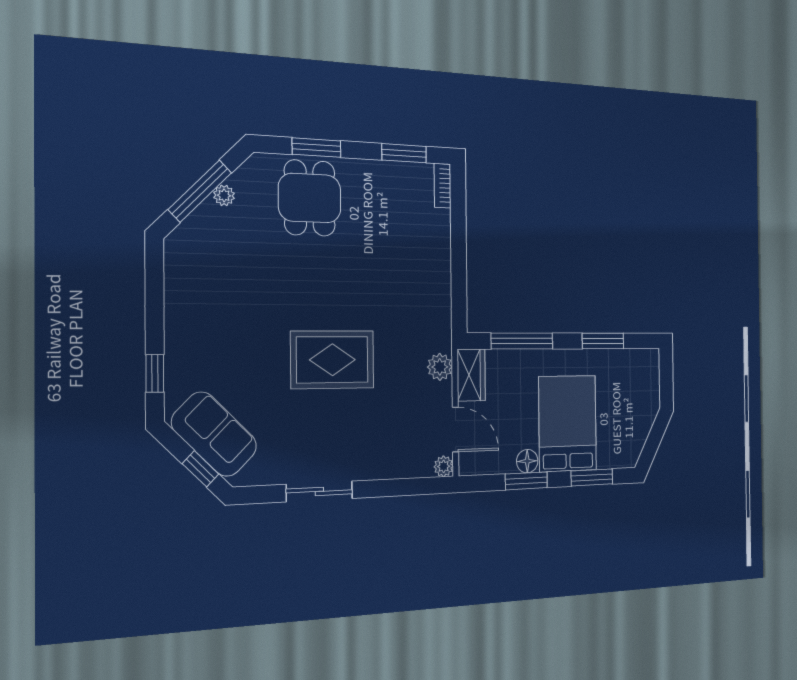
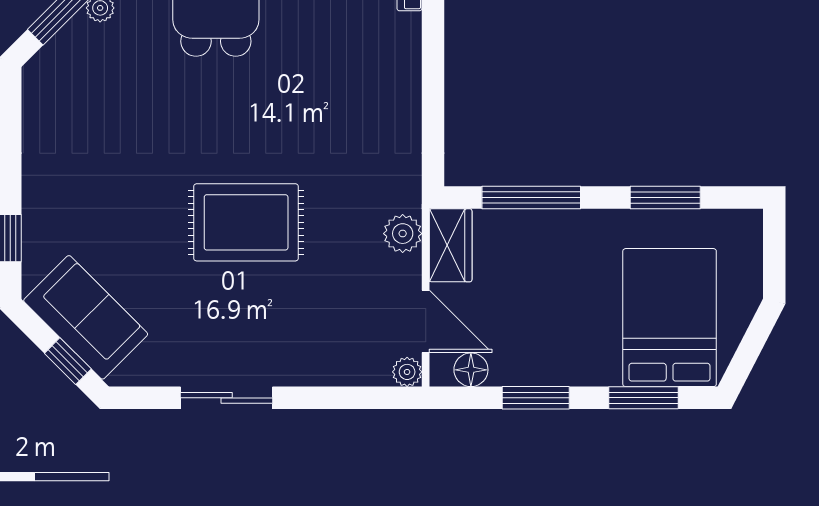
bed: (568, 423) -> (670, 318), moved
floor lamp: (527, 461) -> (471, 370), moved

